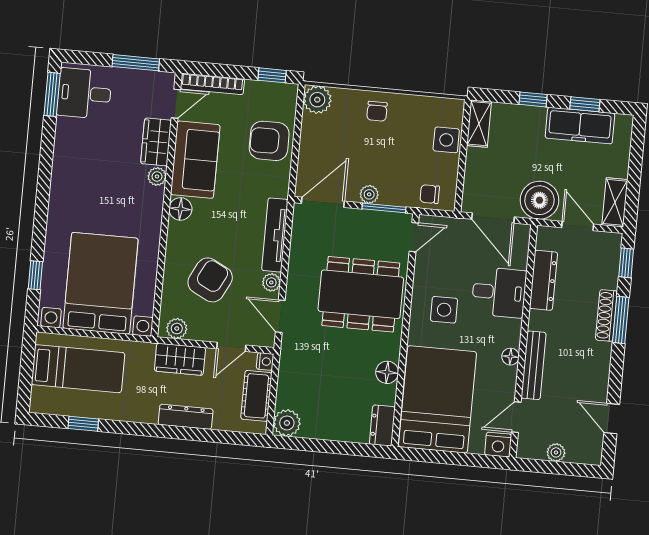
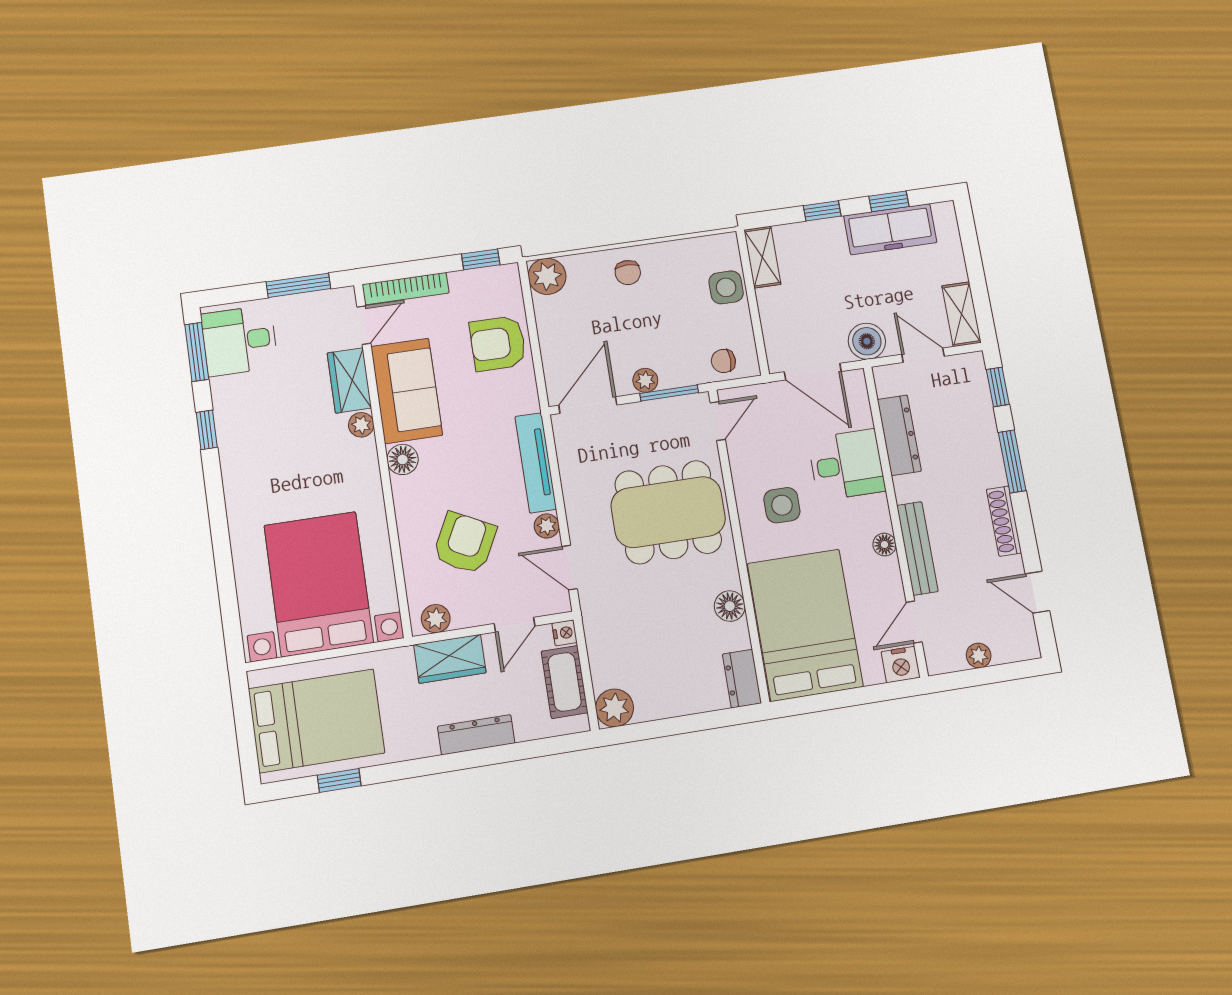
boiler: (540, 200) -> (867, 341), width x0.73, depth x0.73
window: (35, 275) -> (207, 430), moved
shoe rack: (606, 315) -> (1004, 521), moved
bed: (78, 369) -> (317, 721), width x1.50

